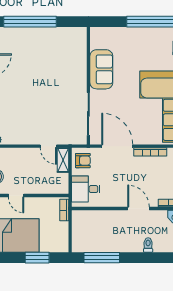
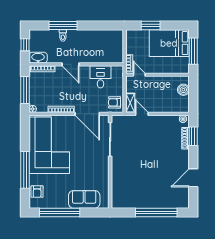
sofa: (101, 69) -> (84, 199), moved, turned 90
desk: (86, 189) -> (101, 77), moved, turned -90
door: (16, 195) -> (139, 75), moved
window: (102, 258) -> (63, 26), moved

